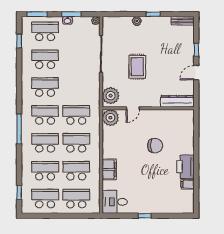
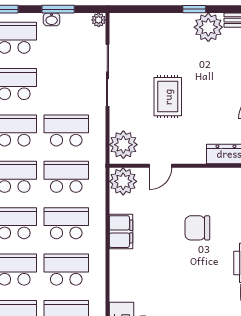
plant: (137, 21) -> (208, 27), moved, width x1.87, depth x1.87
school desk: (76, 87) -> (66, 130), added
chair: (155, 146) -> (197, 228), turned 180
filing cabinet: (109, 169) -> (121, 232), moved

